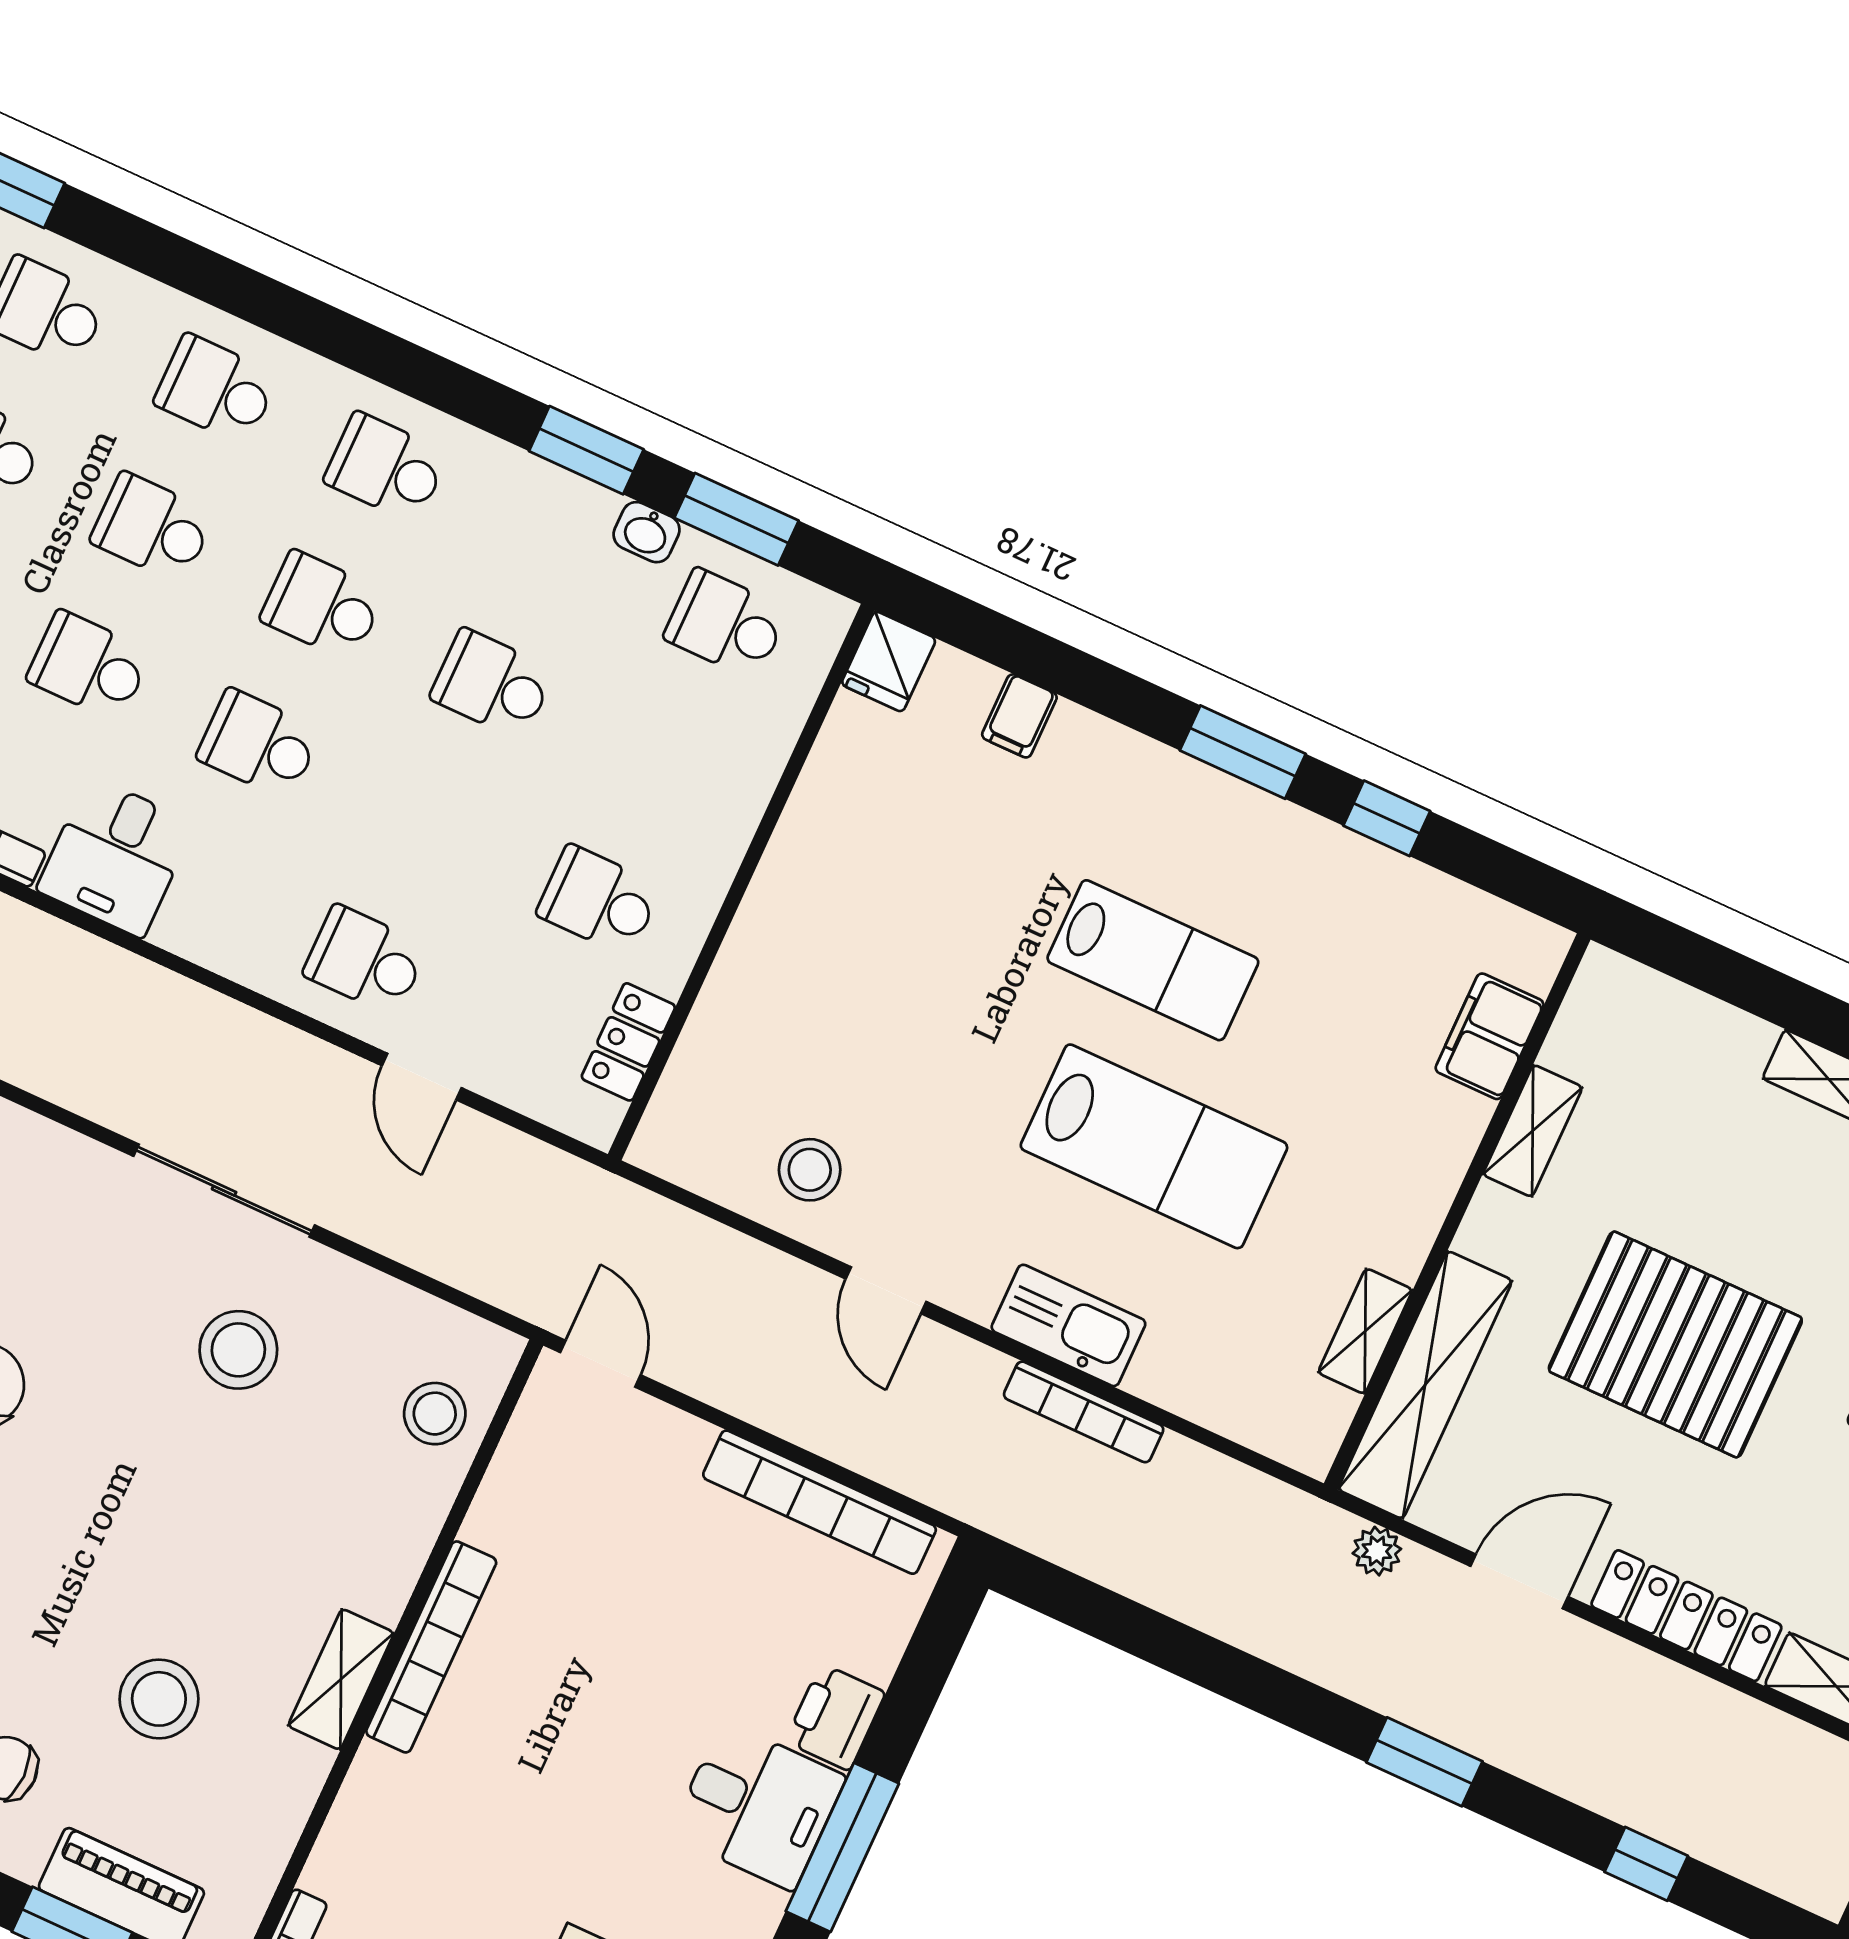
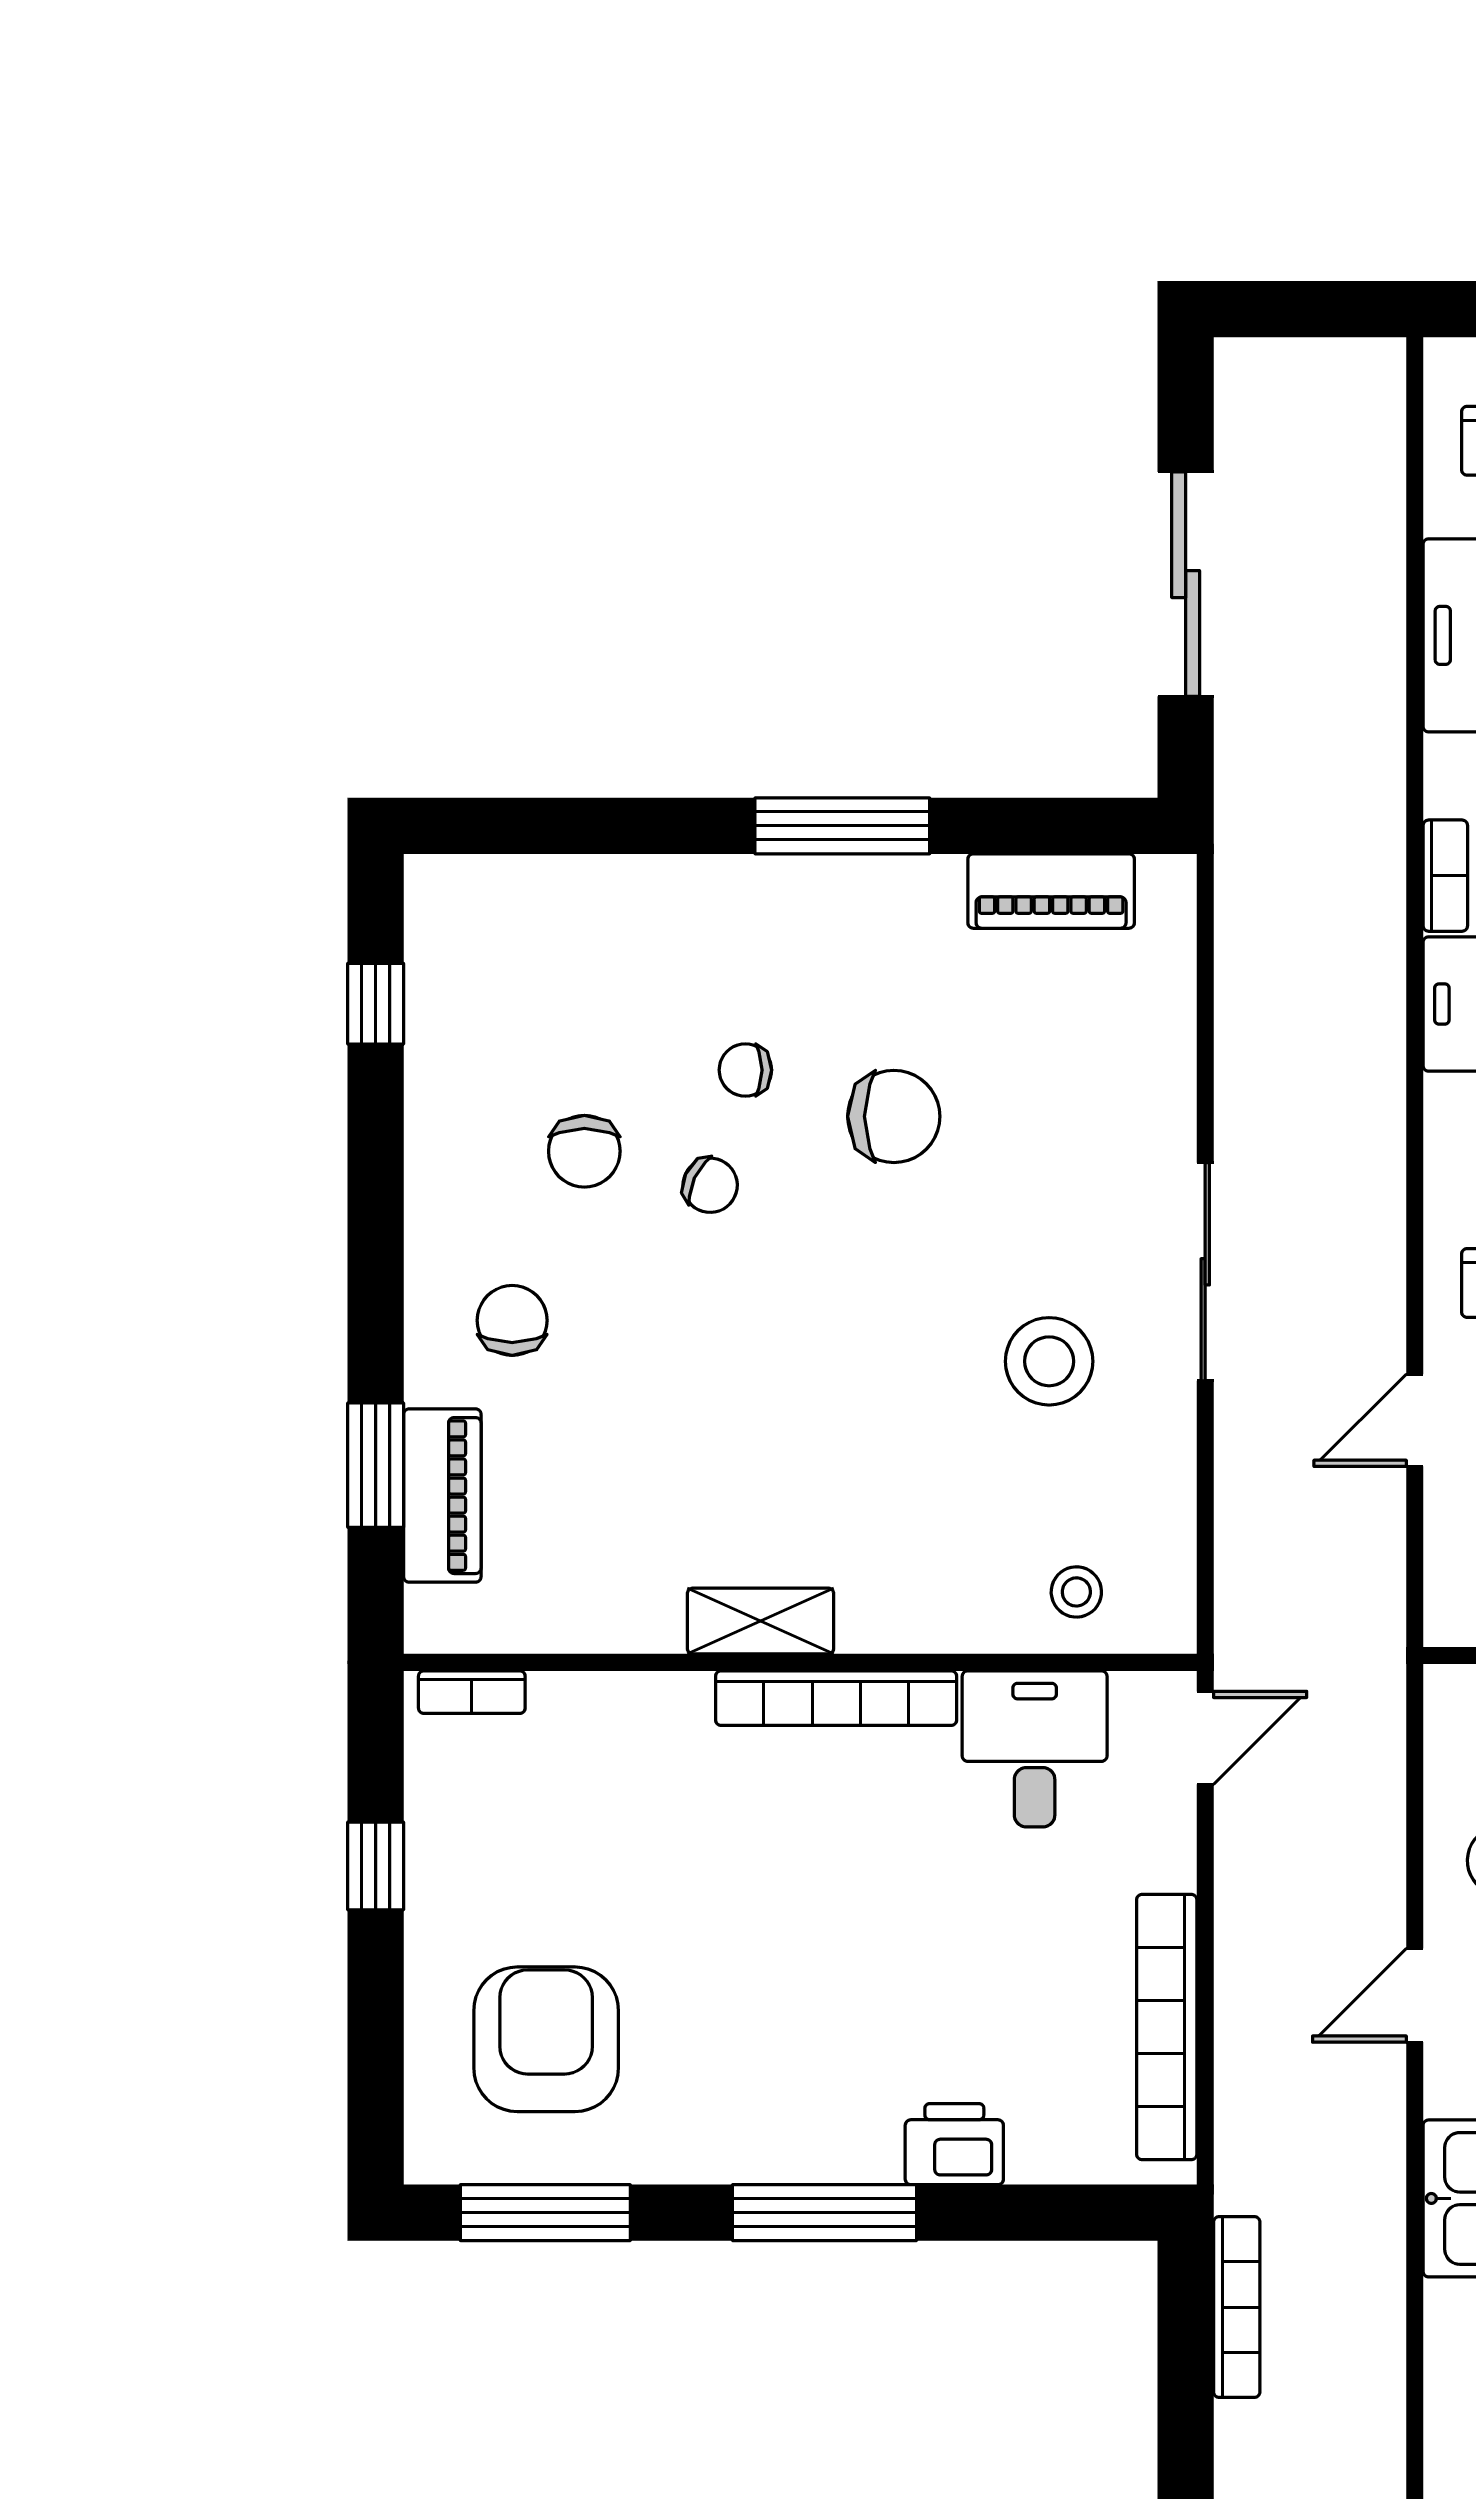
bookcase: (1084, 1412) -> (1237, 2307), moved, turned 180
stool: (435, 1414) -> (1076, 1592), width x0.73, depth x0.73
stool: (159, 1699) -> (655, 1444), removed
desk: (758, 1806) -> (1035, 1749), moved, turned 180

